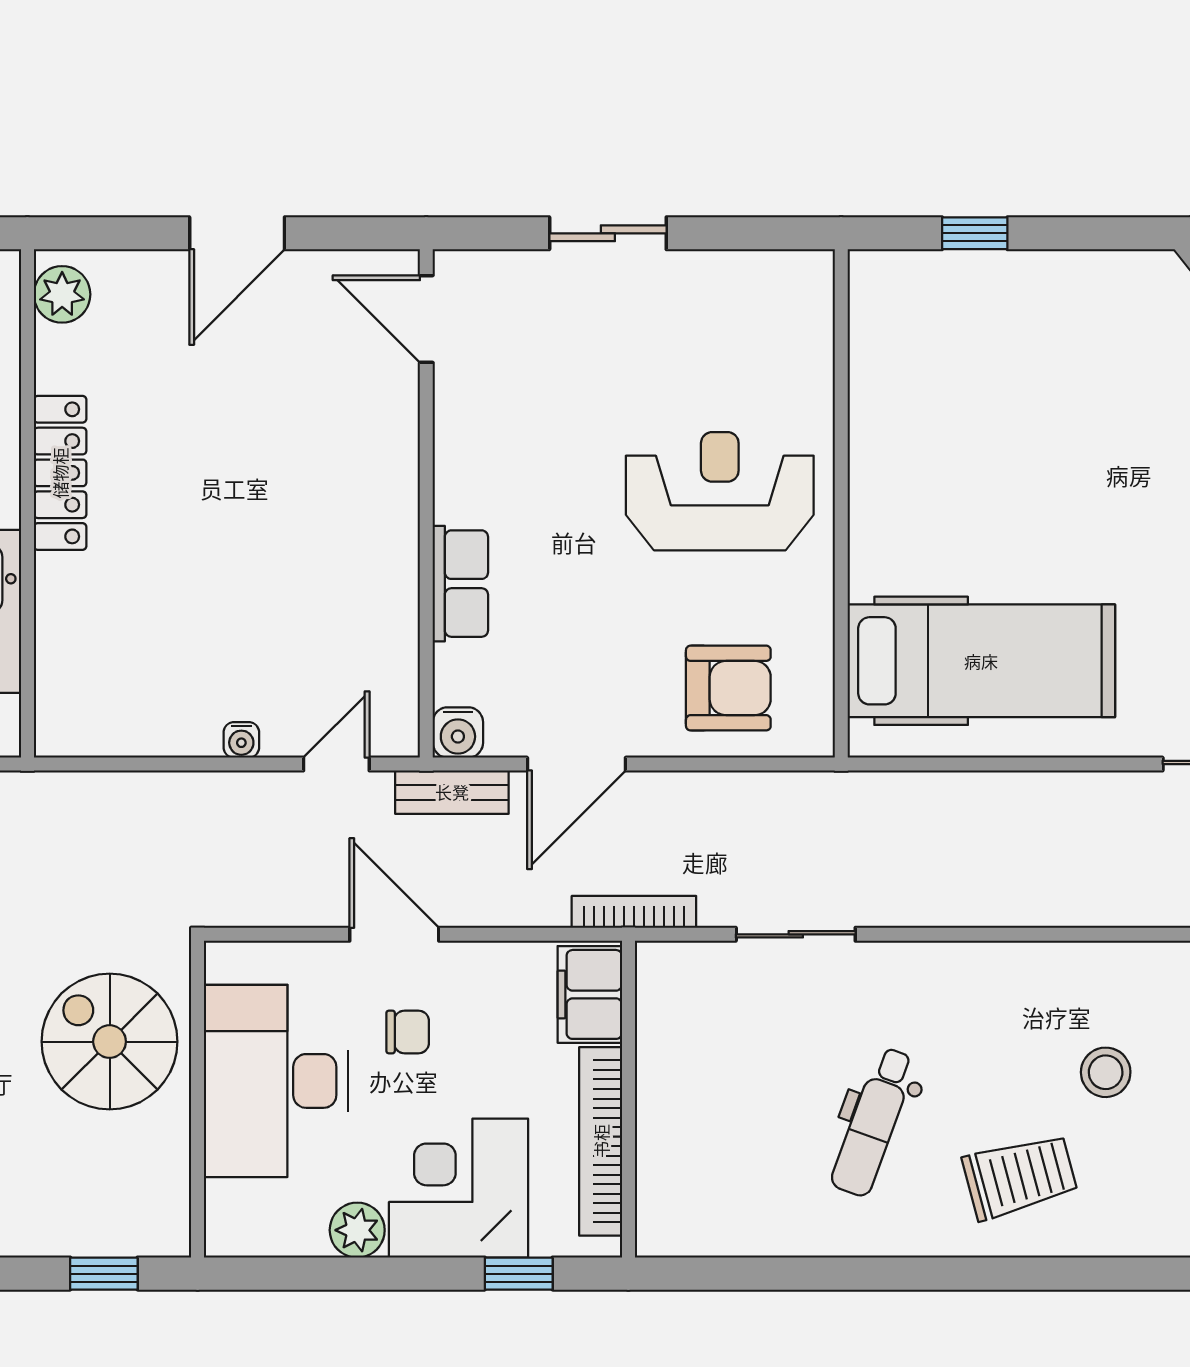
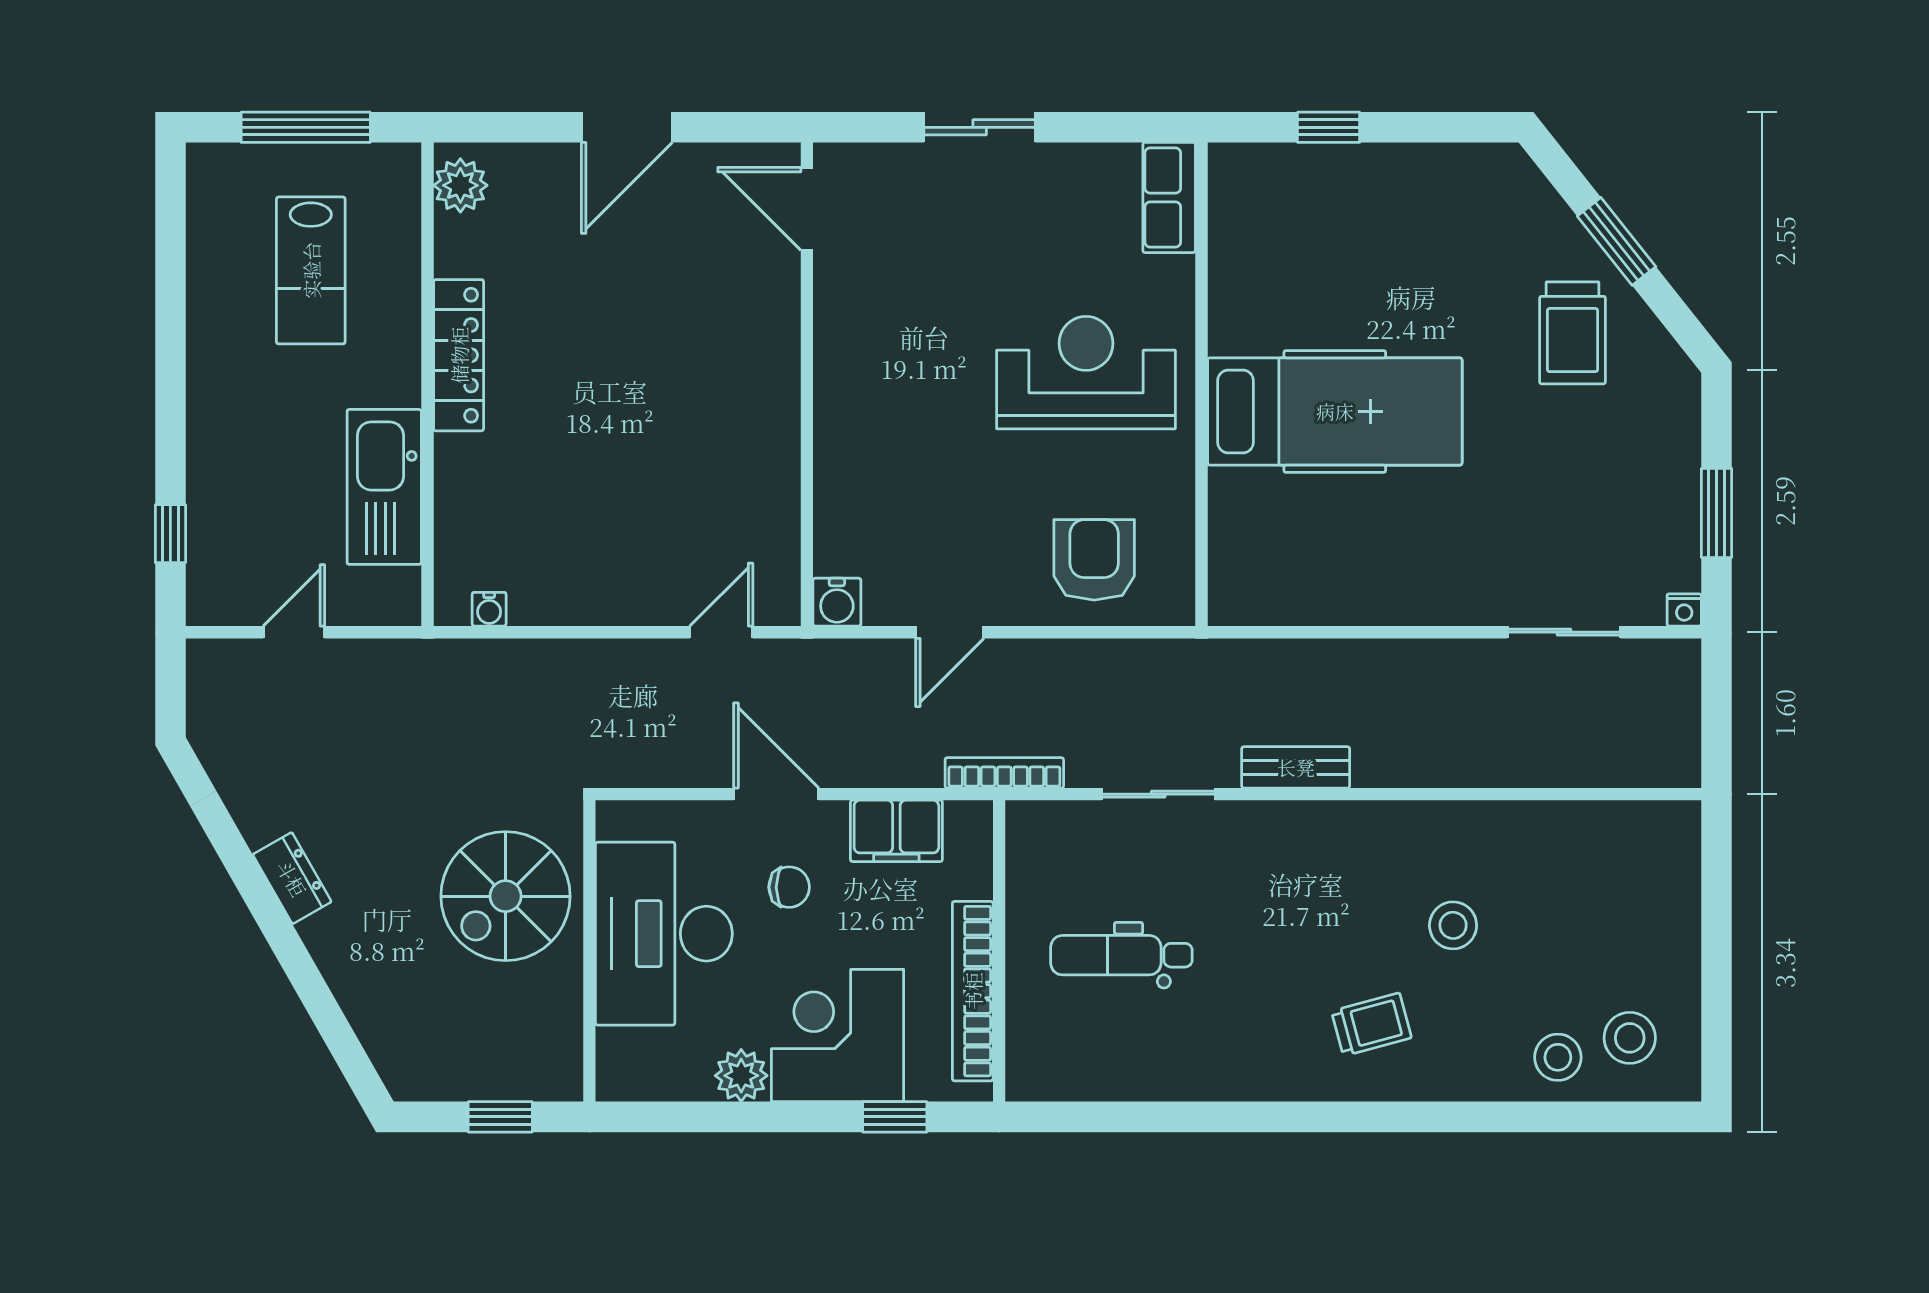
row of seats: (460, 584) -> (1169, 198), moved, turned 180
hospital bed: (981, 661) -> (1335, 411), moved
armchair: (728, 688) -> (1094, 560), turned -90
water cooler: (241, 740) -> (489, 609), moved
door: (576, 764) -> (950, 632), width x0.73
bench: (452, 792) -> (1296, 767), moved
filing cabinet: (590, 994) -> (896, 831), moved, turned -90
spiral stairs: (110, 1042) -> (506, 896), turned -90
dental chair: (873, 1122) -> (1121, 955), moved, turned 70
trolley: (1020, 1176) -> (1371, 1024), width x0.73, depth x0.72

